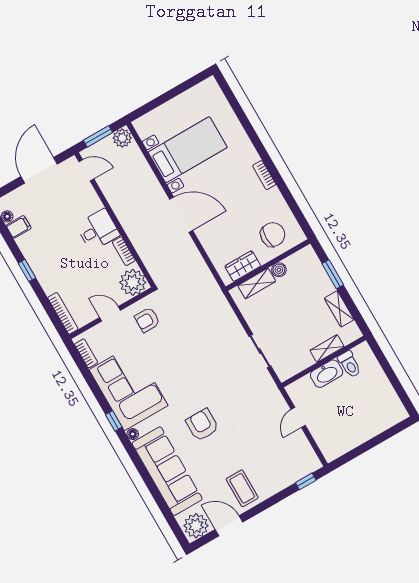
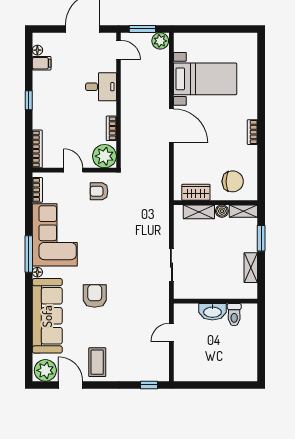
desk: (98, 230) -> (101, 87), moved
shelving: (327, 348) -> (243, 211), moved
window: (114, 421) -> (29, 254), width x2.17

